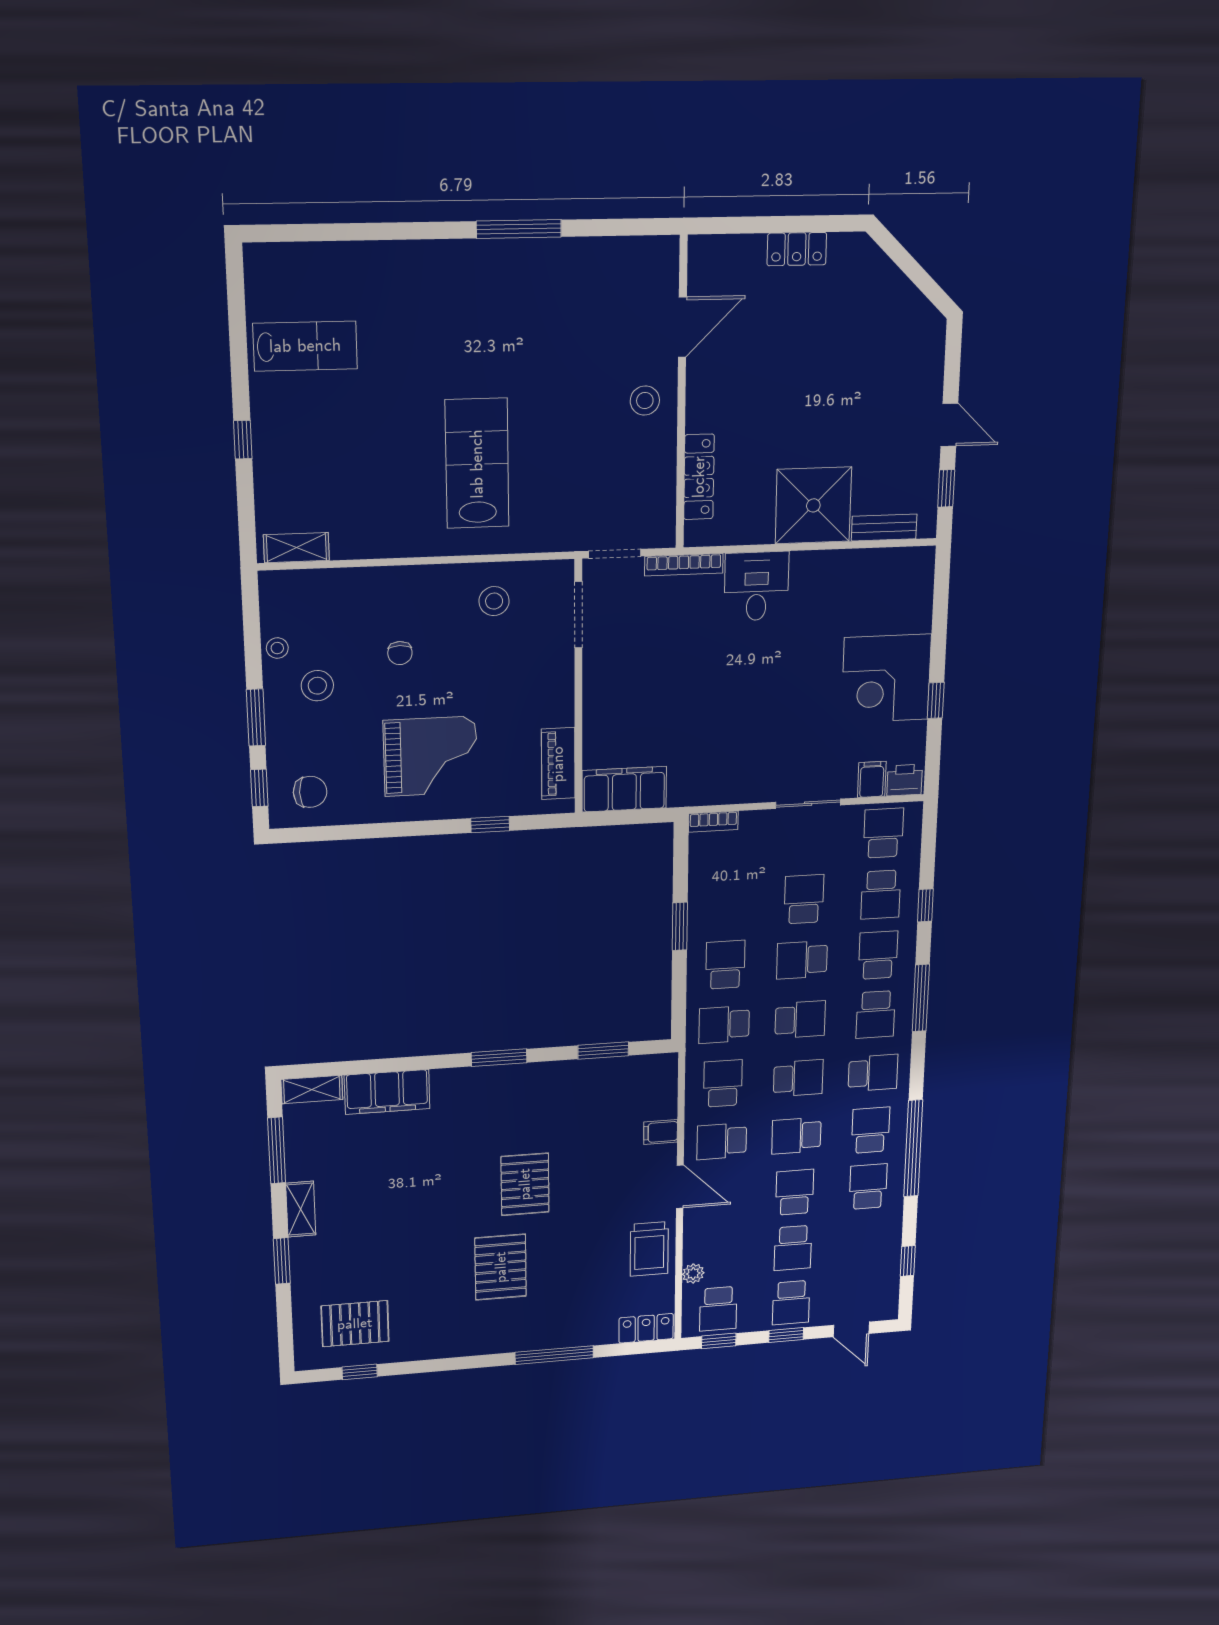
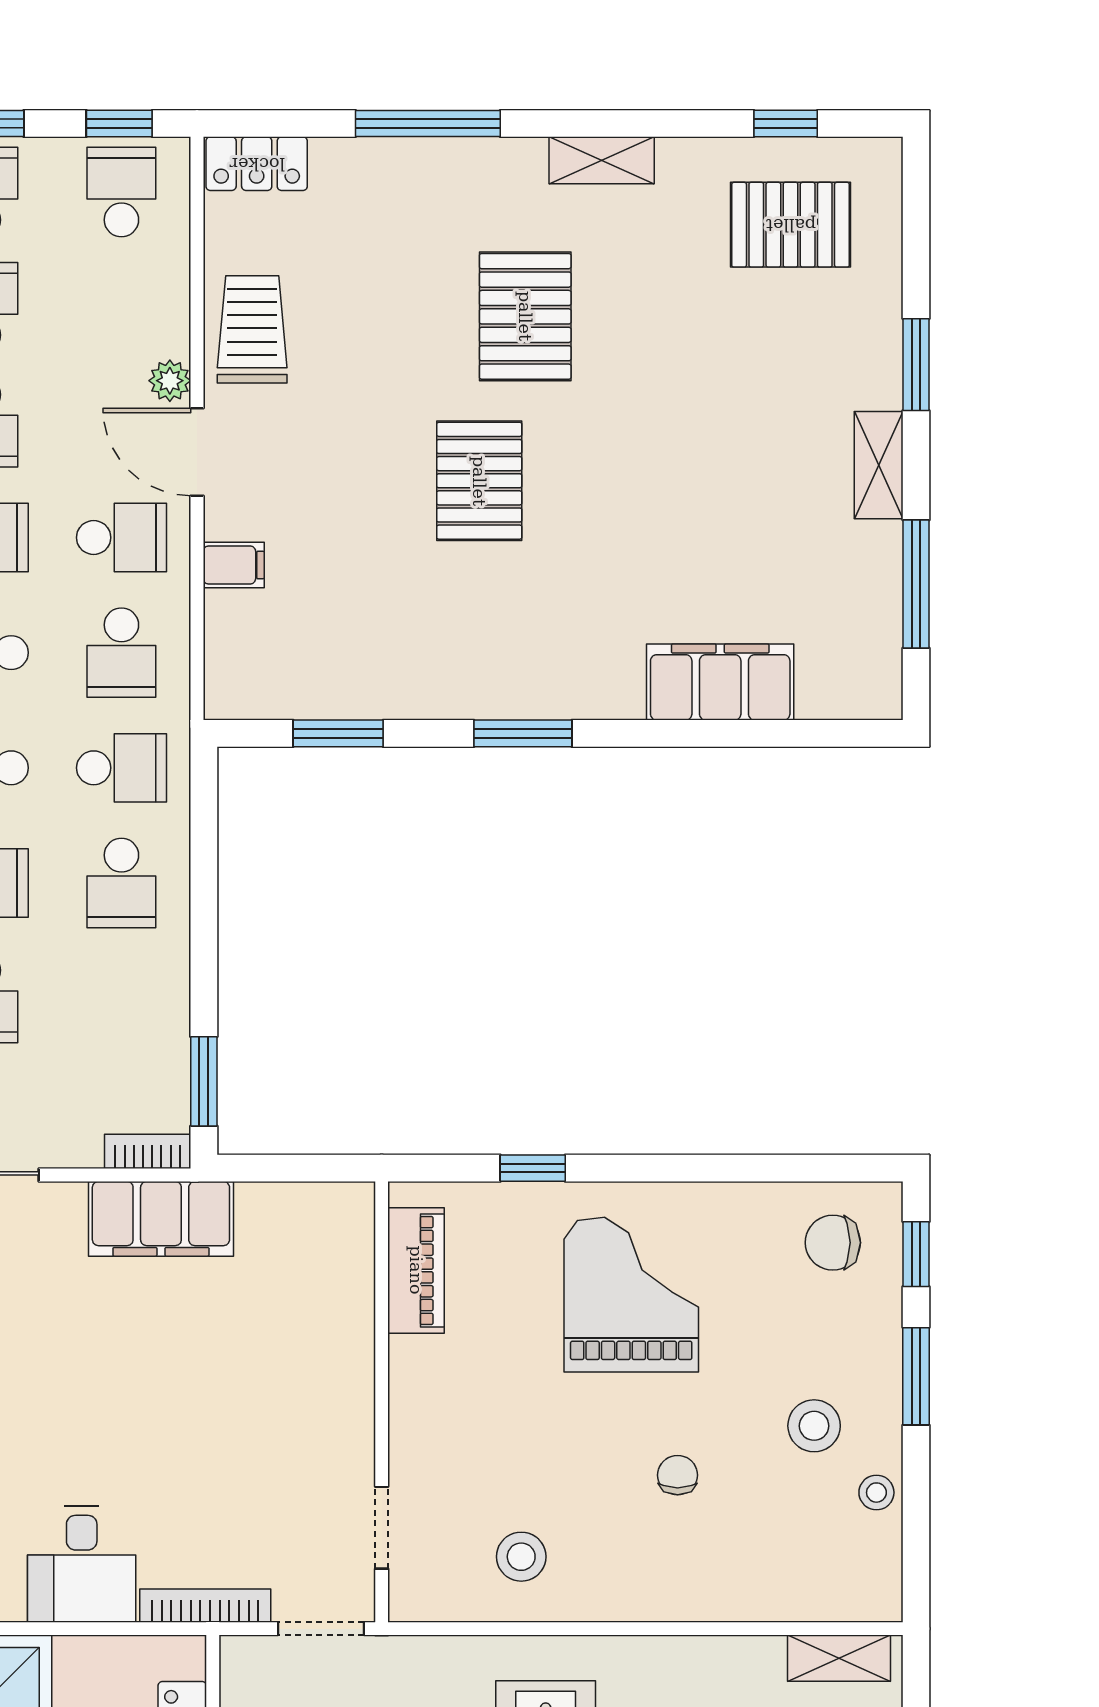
doorway: (578, 615) -> (382, 1528), width x0.73
grand piano: (430, 756) -> (631, 1295), turned 90
filing cabinet: (624, 789) -> (161, 1219), moved
window: (680, 926) -> (204, 1081), moved
shelving: (312, 1090) -> (602, 160), moved
plant: (693, 1274) -> (170, 381), moved

